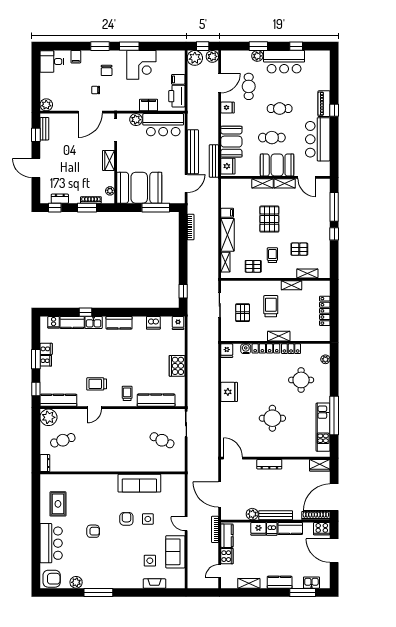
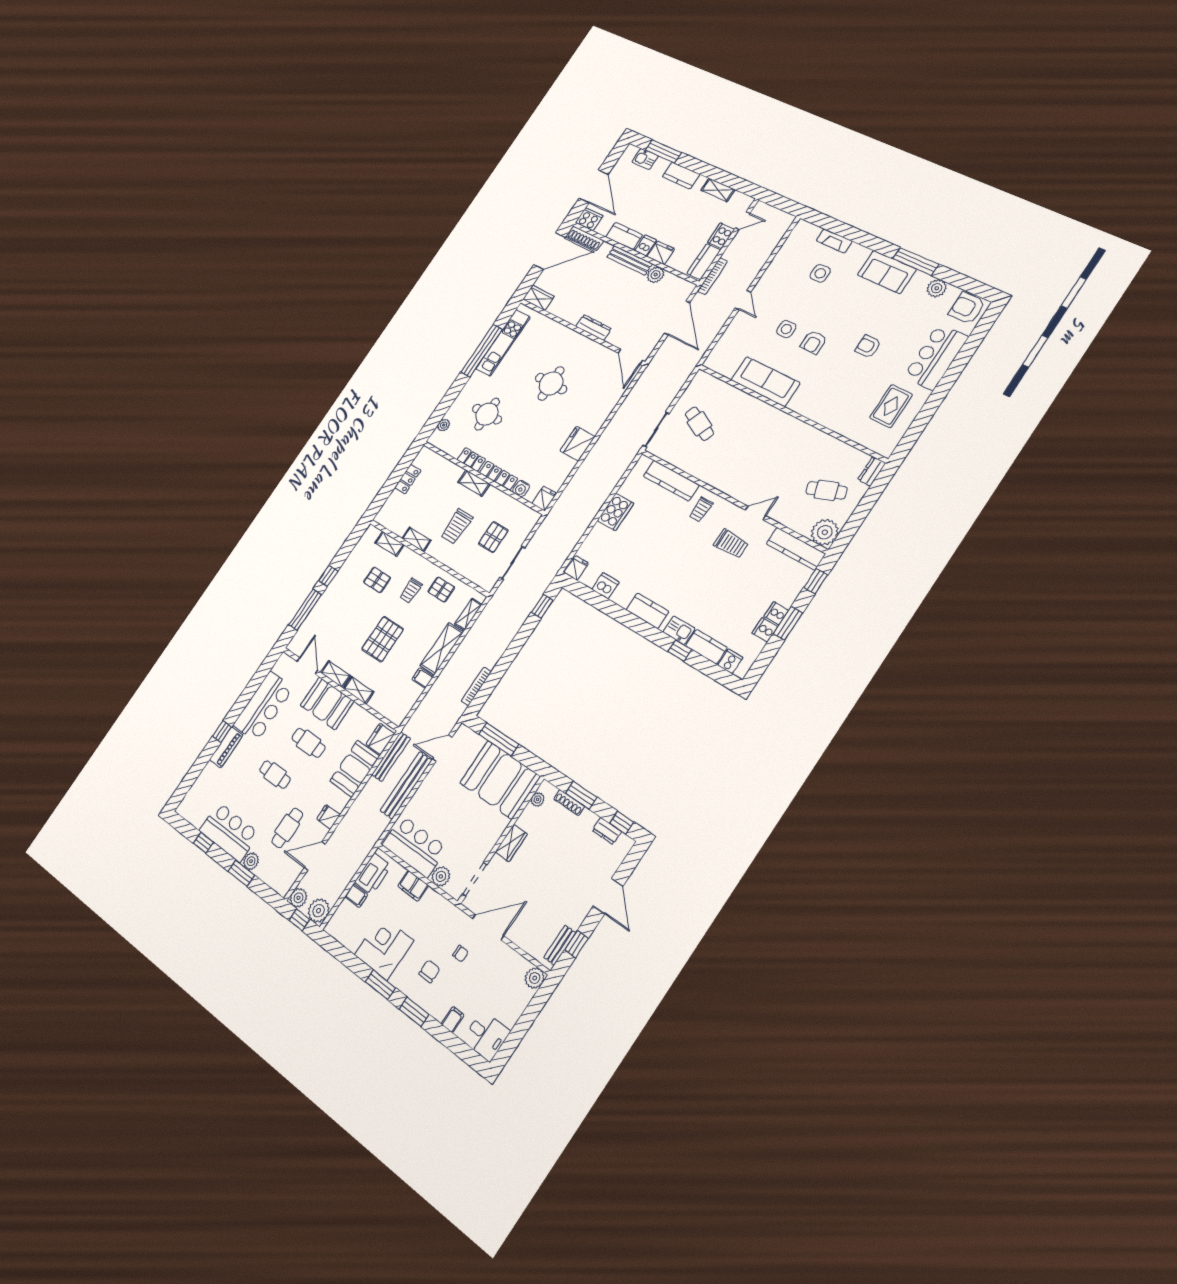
locker: (325, 311) -> (408, 479), width x0.66
sofa: (175, 552) -> (887, 272), moved, turned 90

